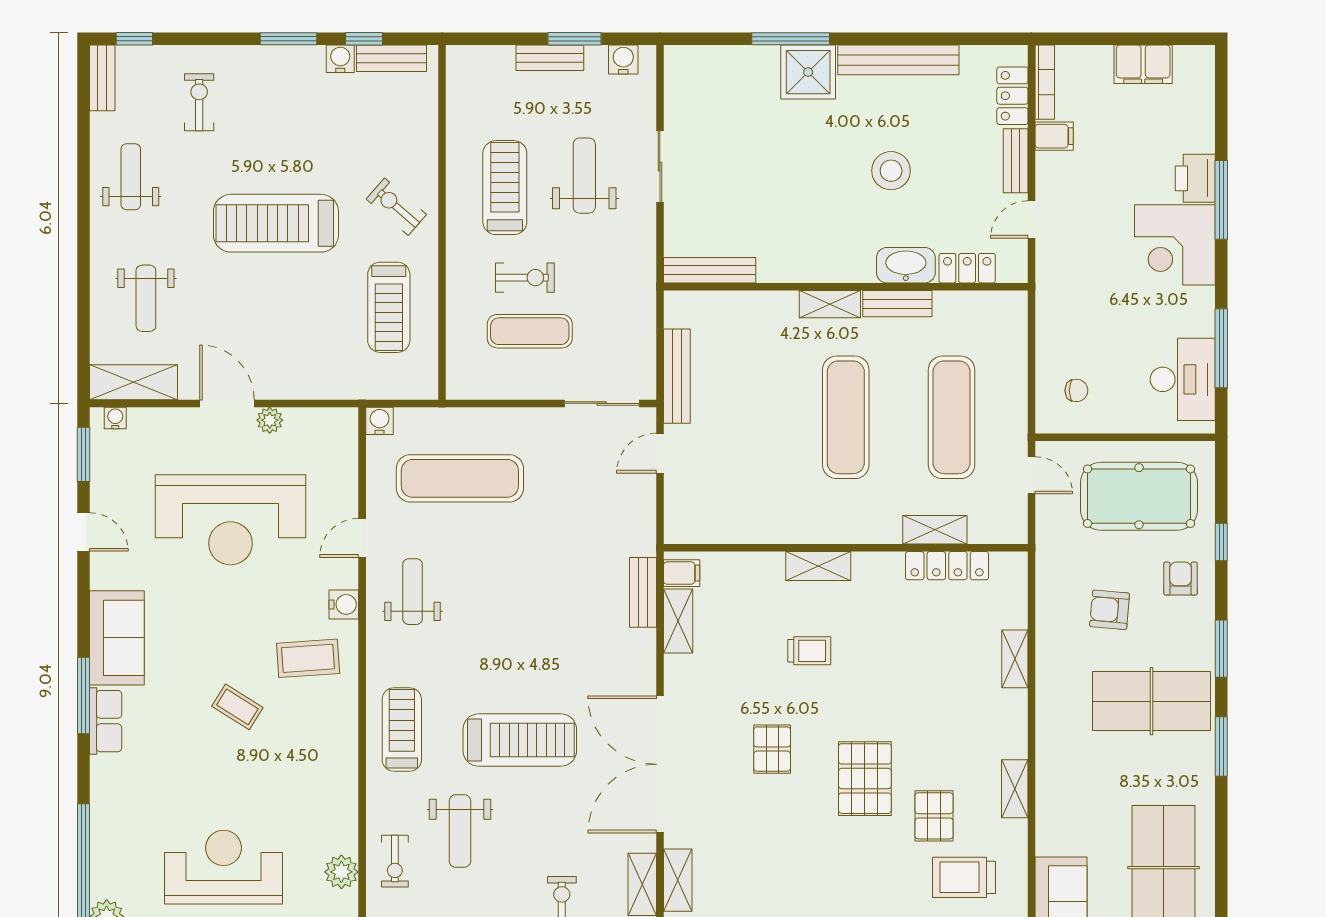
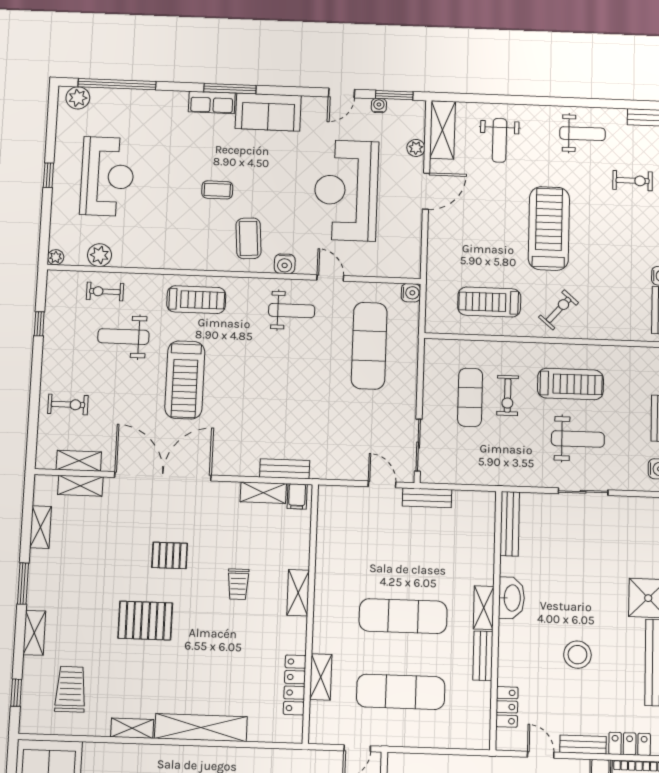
washbasin: (906, 265) -> (512, 598), moved
weight bench: (146, 298) -> (499, 140), turned -90
bench: (677, 376) -> (427, 498), width x0.73
water cooler: (115, 418) -> (379, 106), moved, turned -90
plant: (270, 420) -> (416, 148), moved
shelving: (1015, 659) -> (201, 728), width x2.20, depth x1.33
coffee table: (237, 707) -> (217, 190), turned 58
pallet: (934, 816) -> (116, 669), removed

